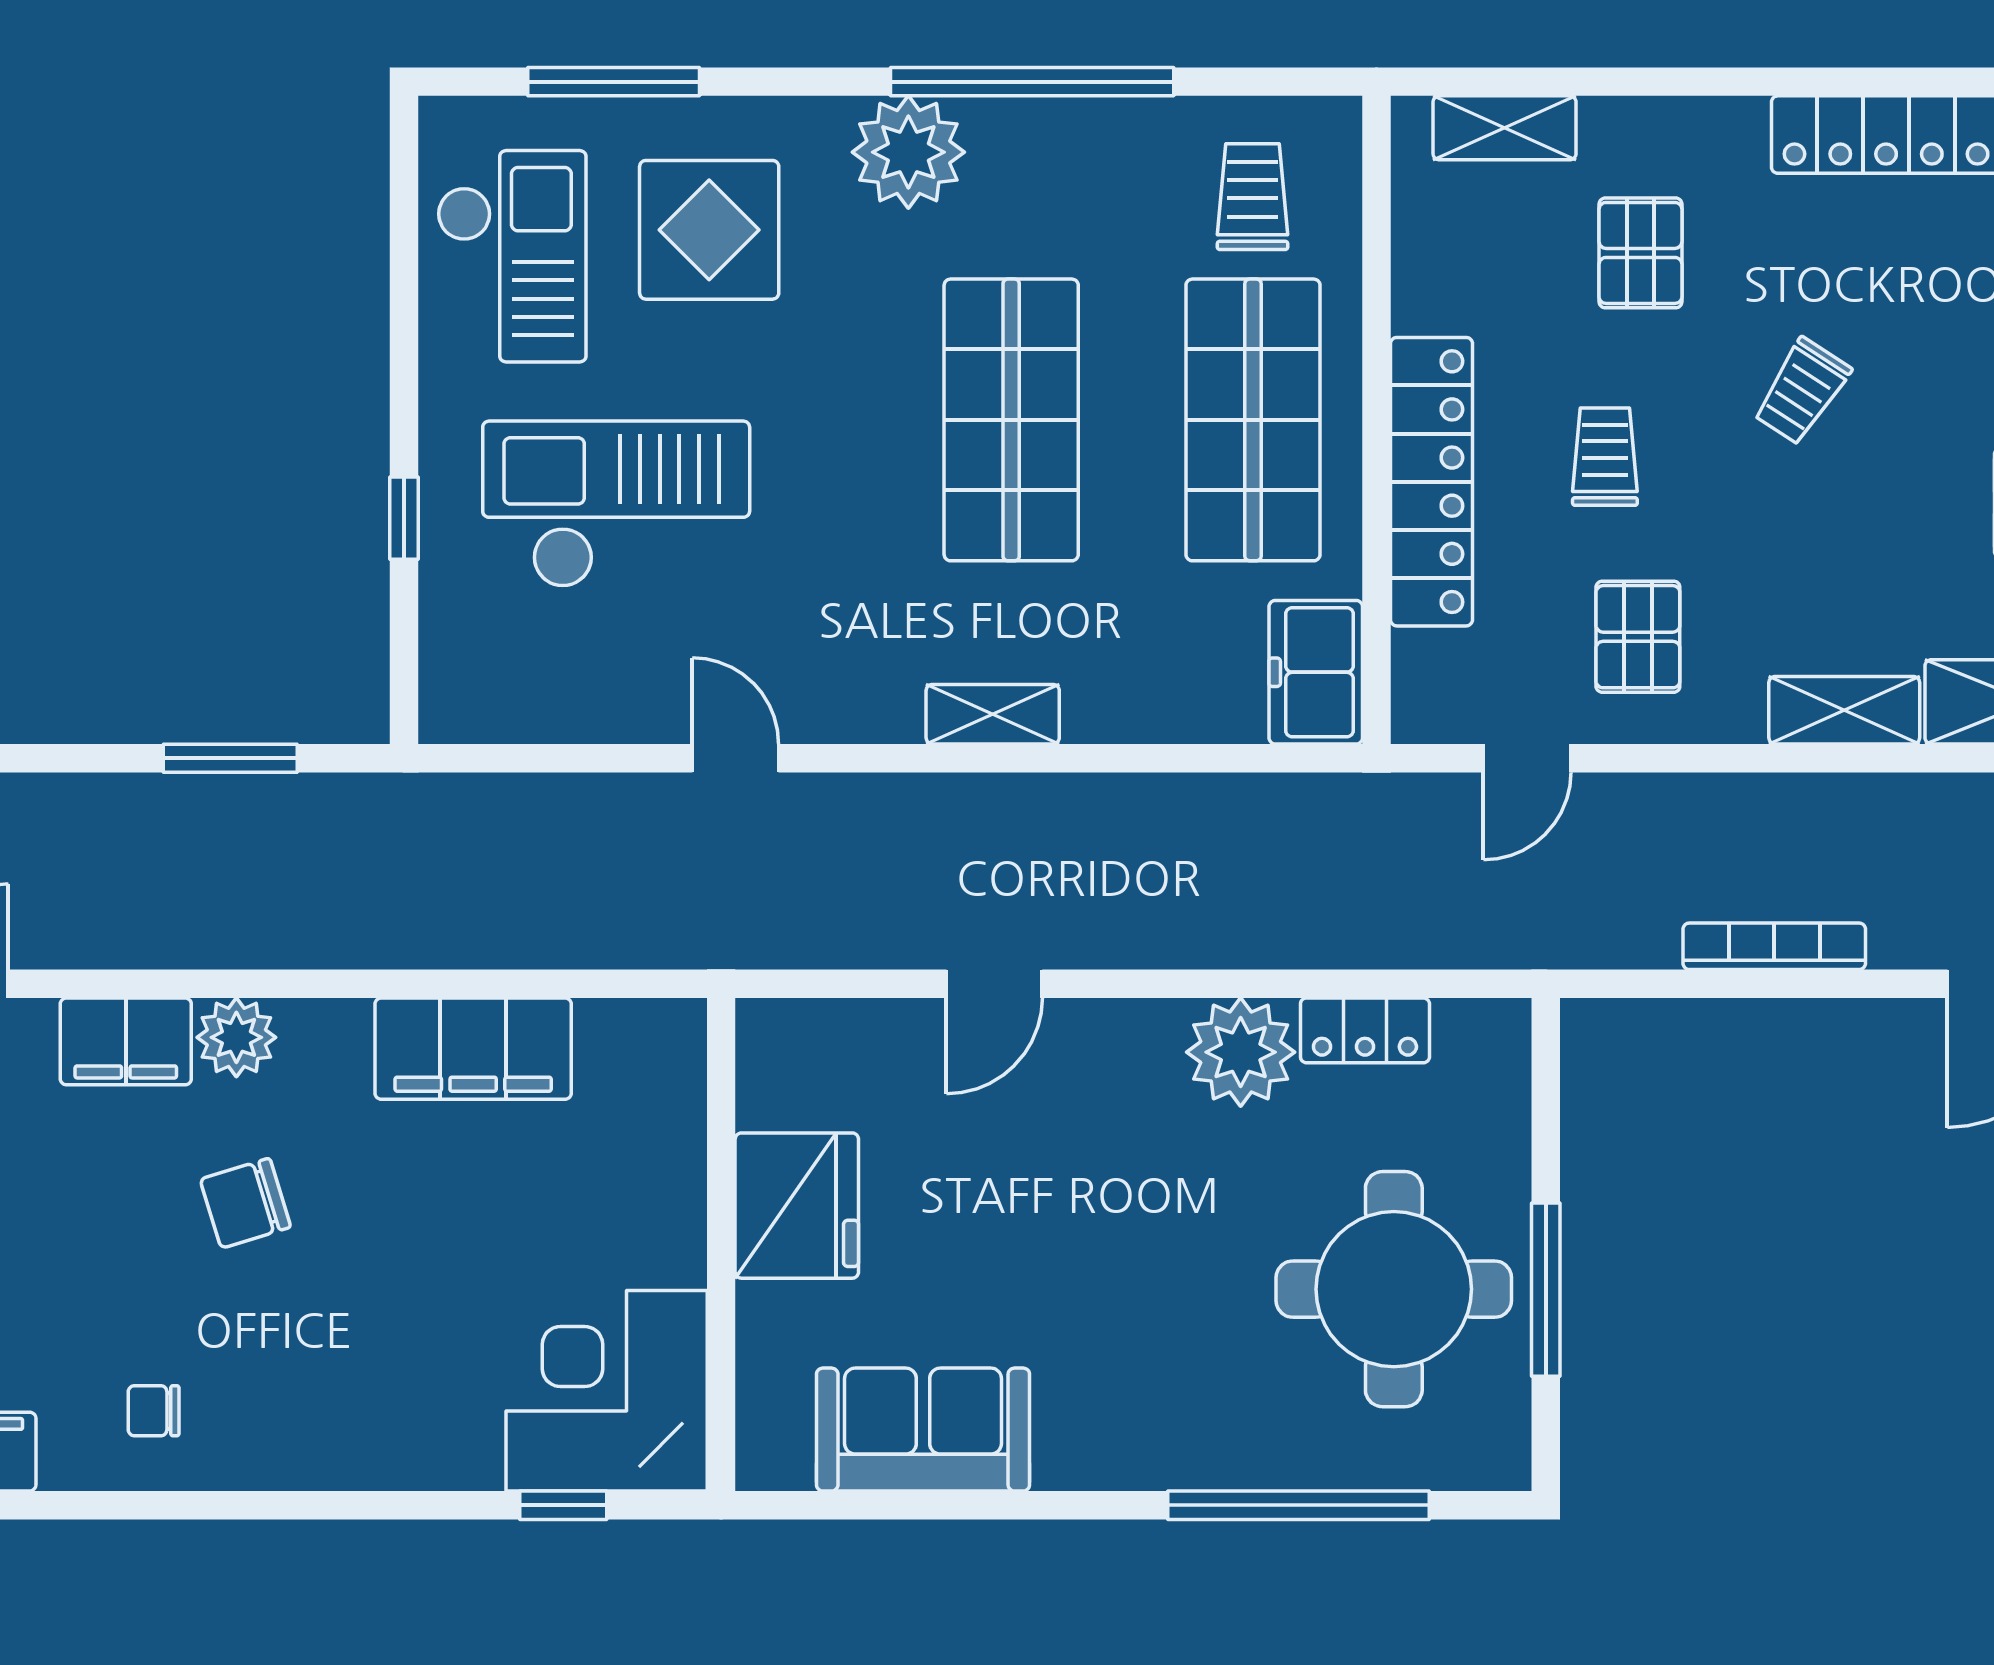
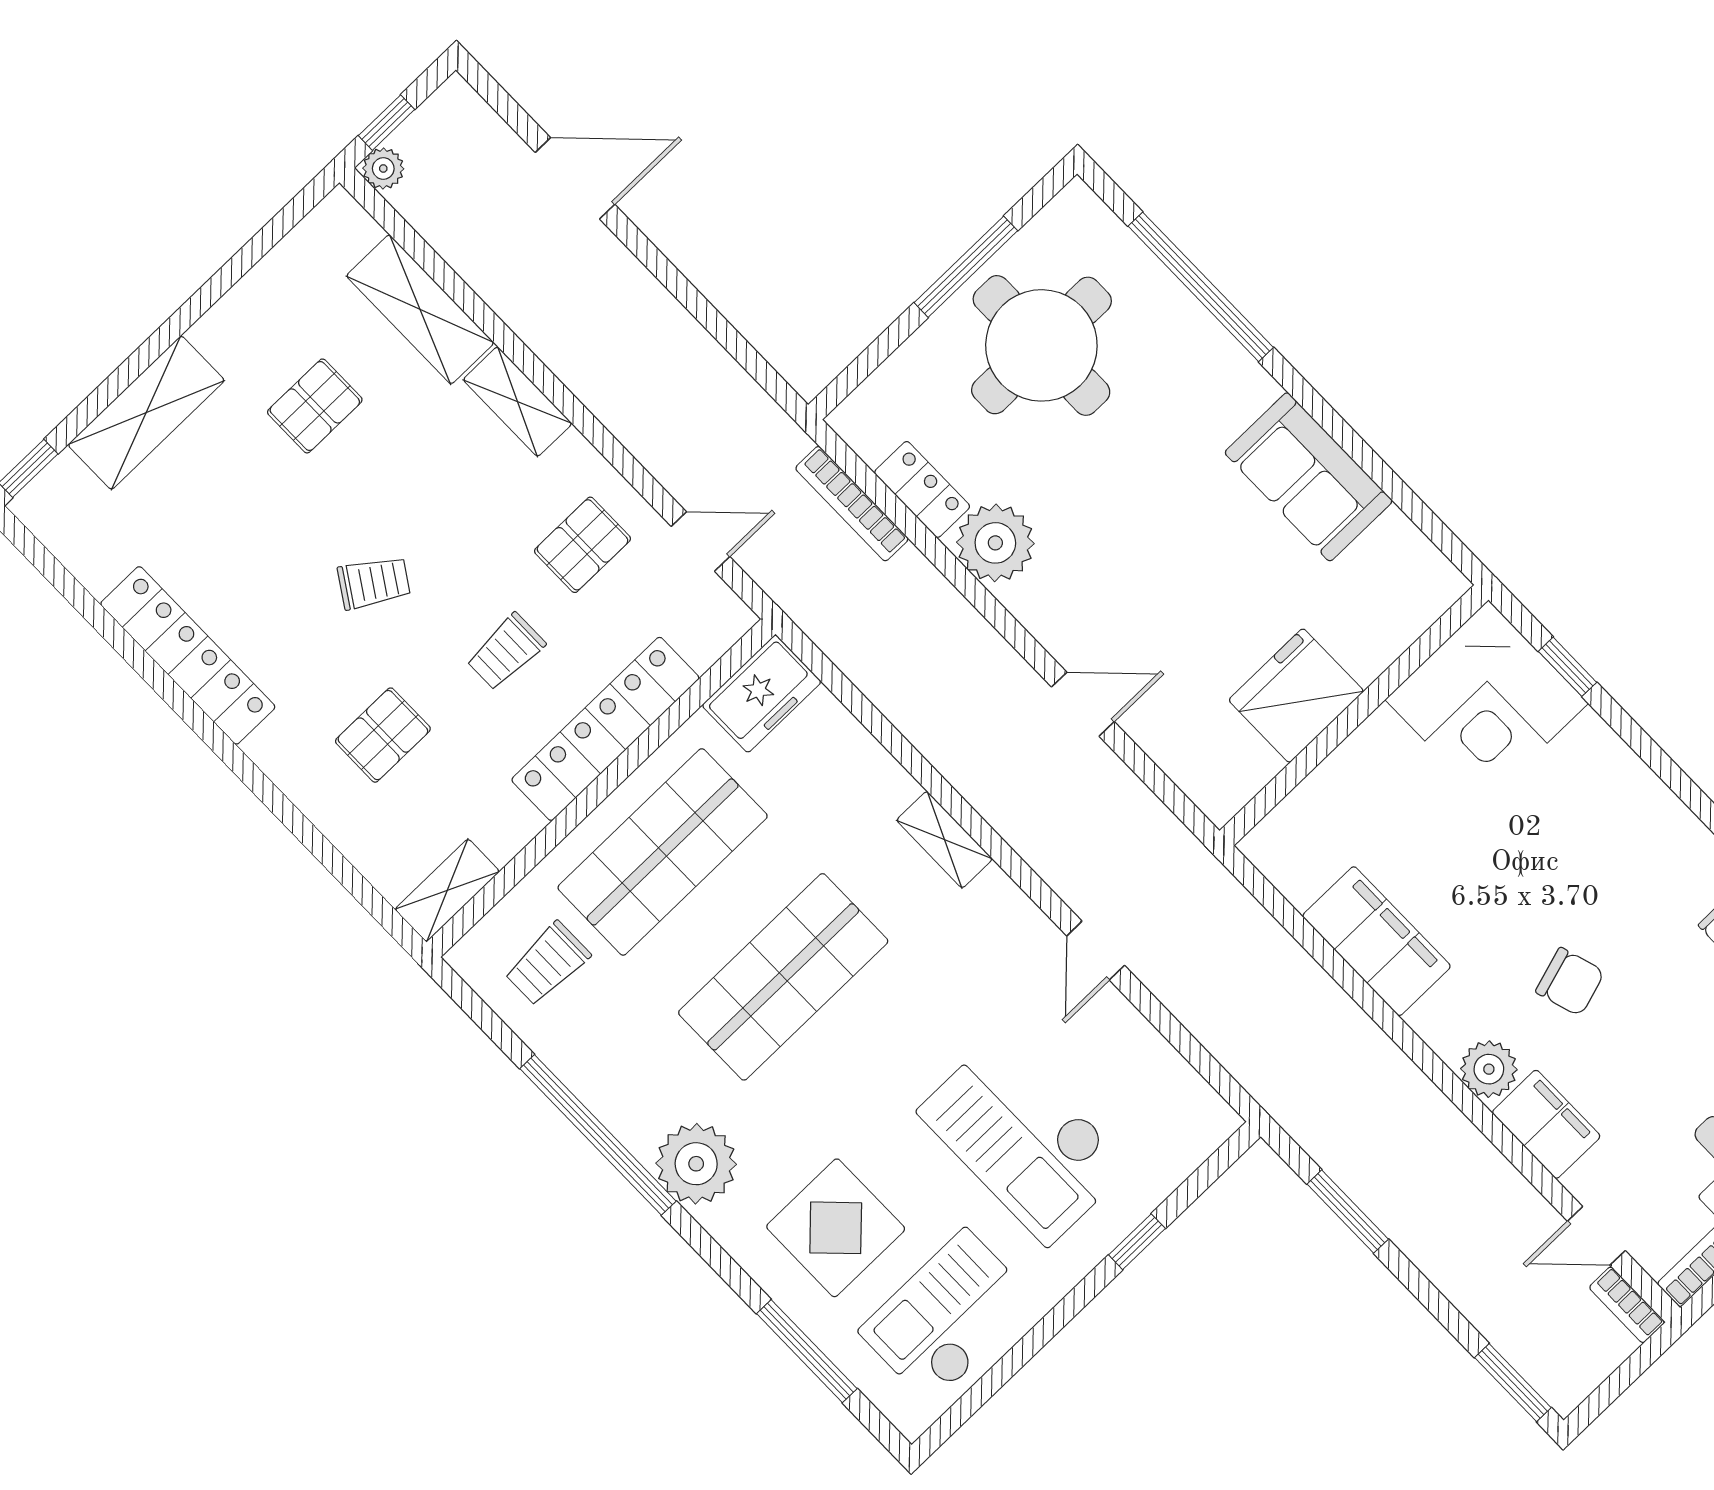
shelving: (1505, 128) -> (447, 890), moved, turned 90
bookcase: (1774, 946) -> (852, 504), moved
sofa: (923, 1430) -> (1309, 477), moved

